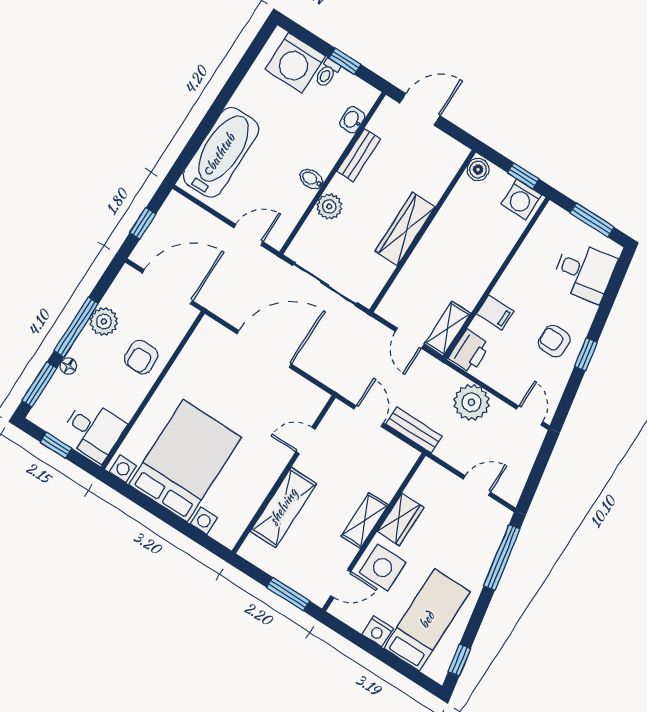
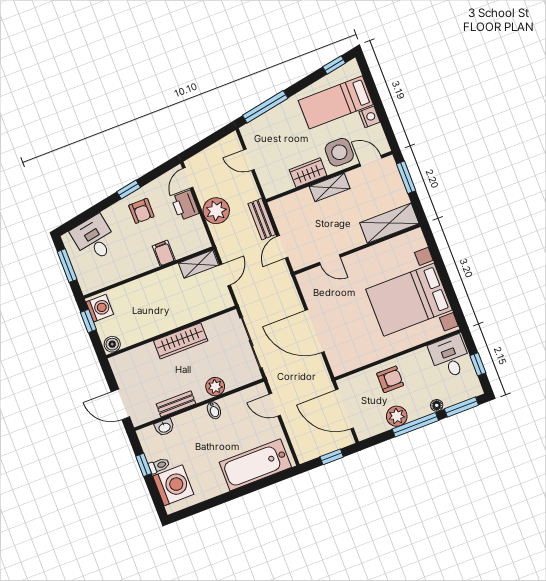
printer: (469, 351) -> (185, 205), moved, turned -90
shelving: (283, 507) -> (389, 223), moved

